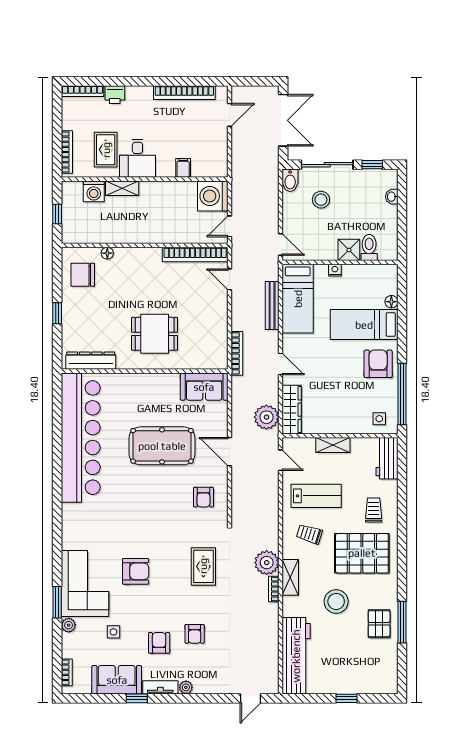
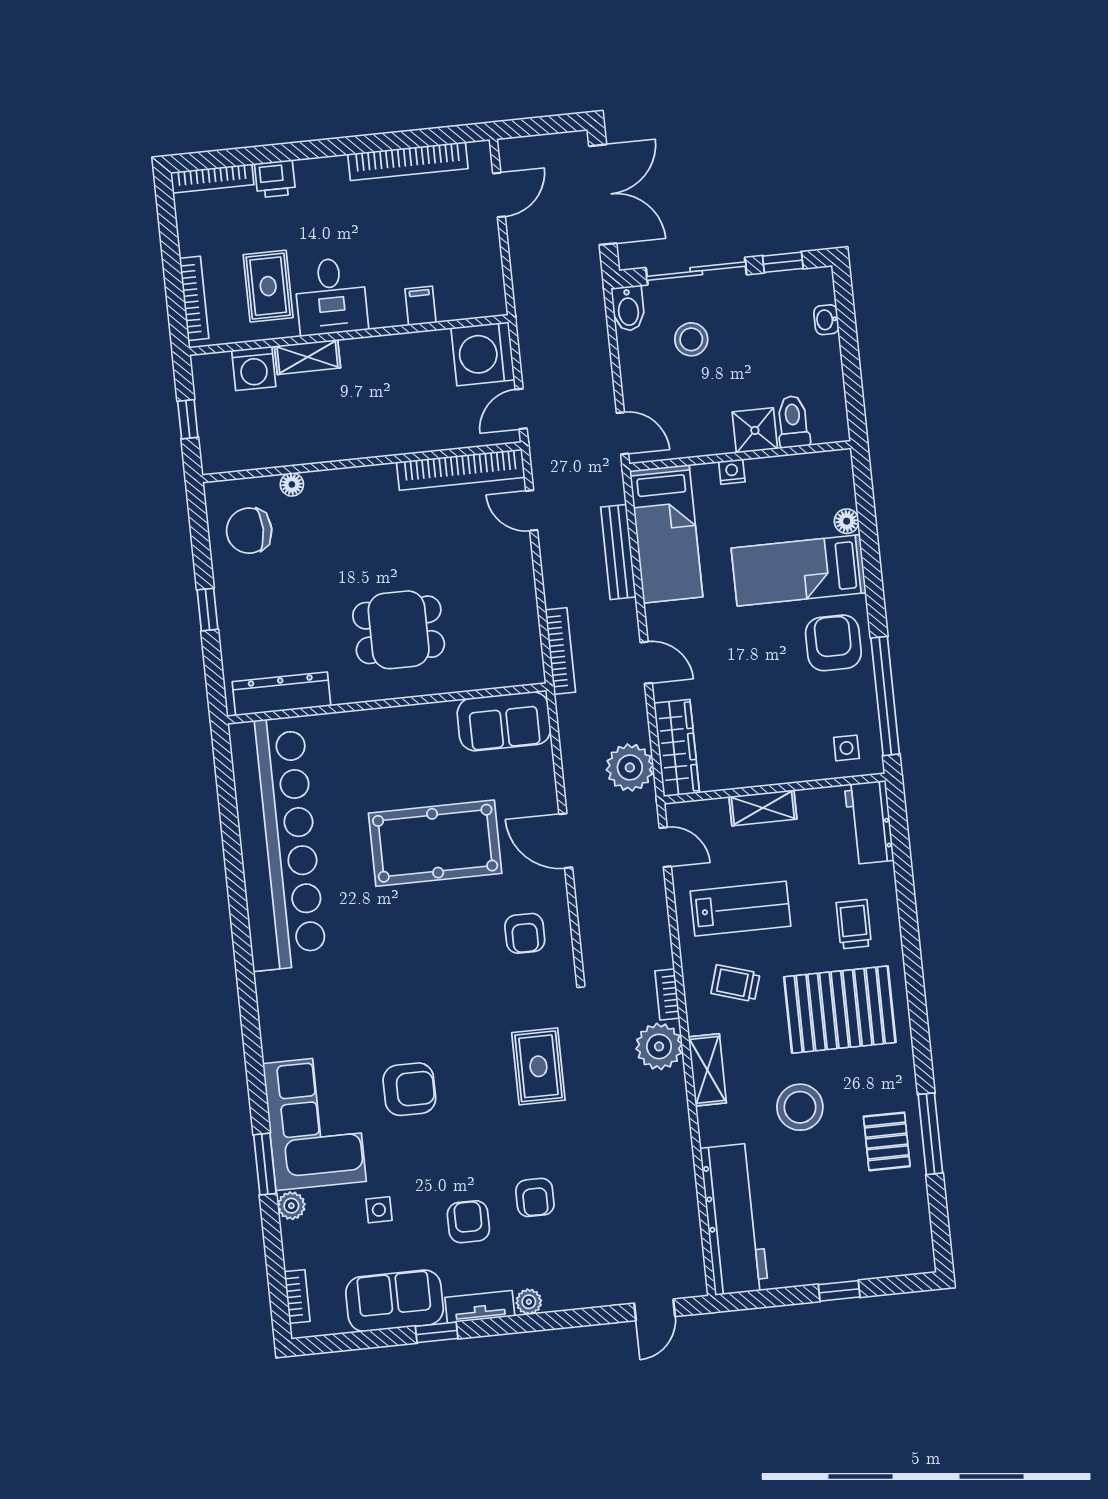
bookcase: (274, 589) -> (667, 994), moved

